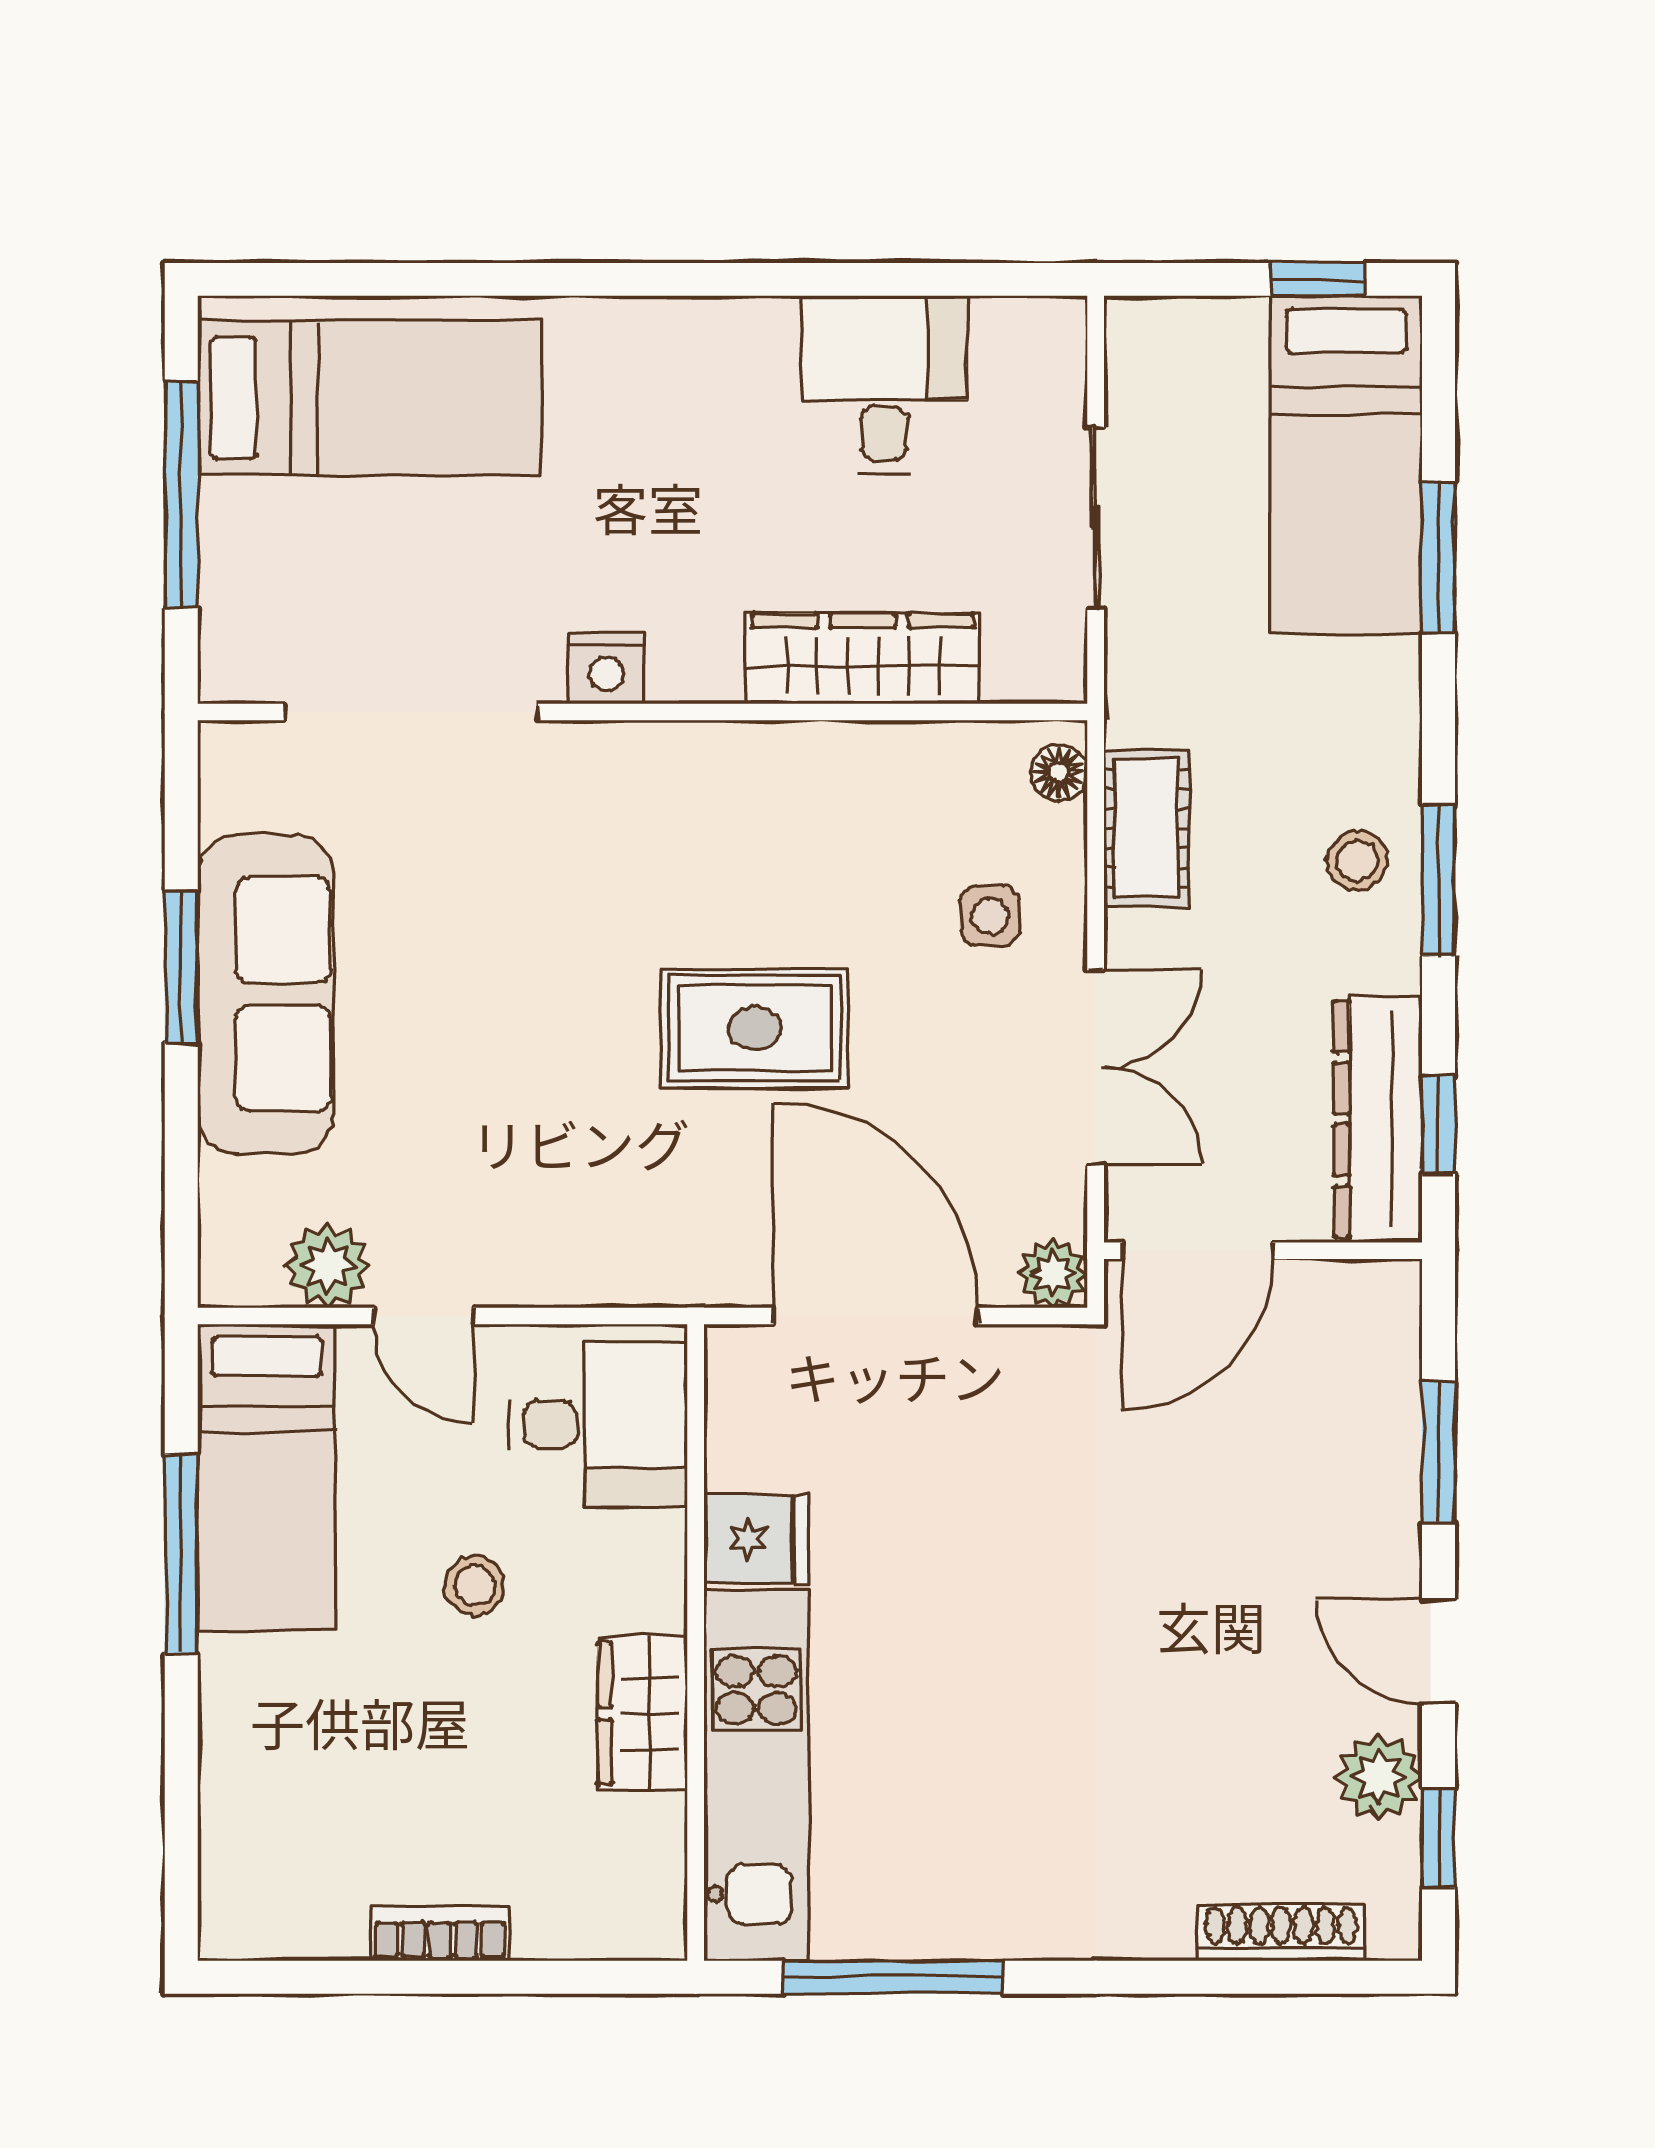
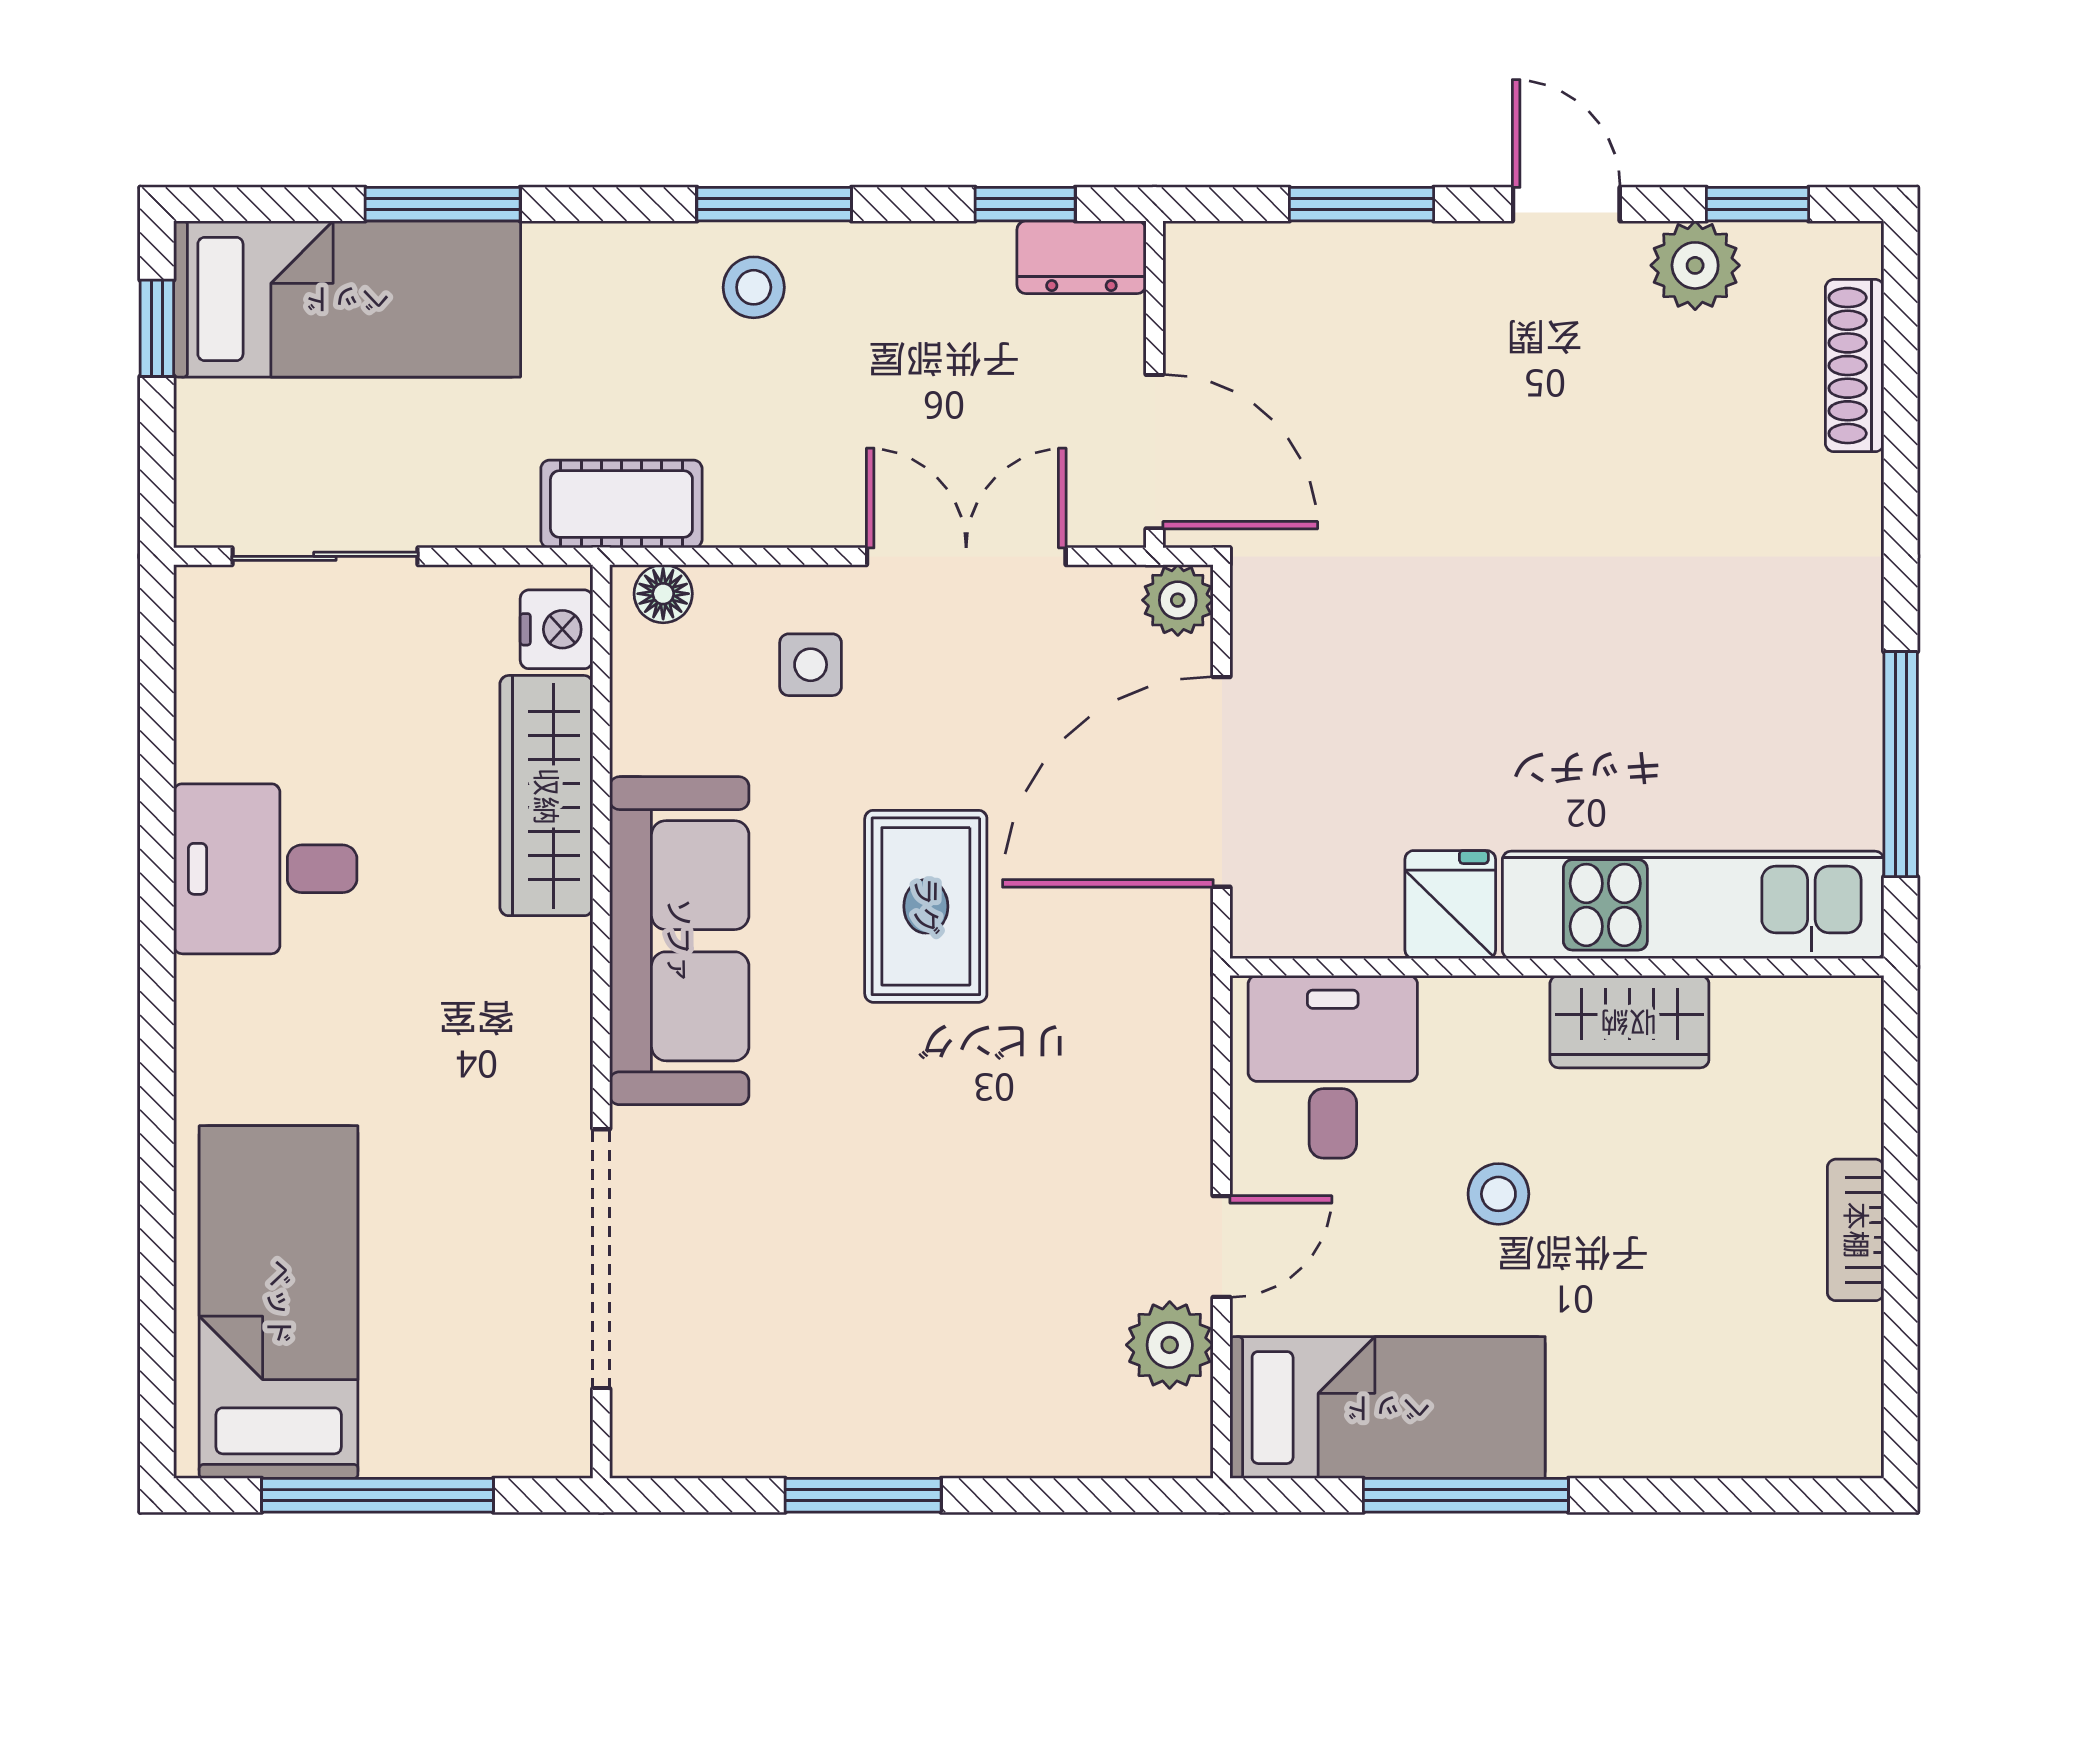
desk: (884, 385) -> (265, 869), moved
sliding door: (1096, 518) -> (325, 556), moved
nightstand: (606, 668) -> (557, 629), moved
cot: (1146, 828) -> (621, 504), moved
sofa: (265, 994) -> (679, 941), moved, turned 90
dresser: (1378, 1119) -> (1081, 257), width x0.51, depth x0.80
door: (1438, 1652) -> (1566, 204), swing flipped

